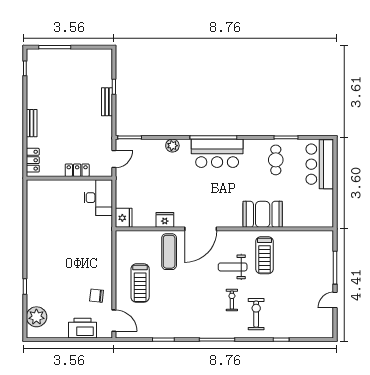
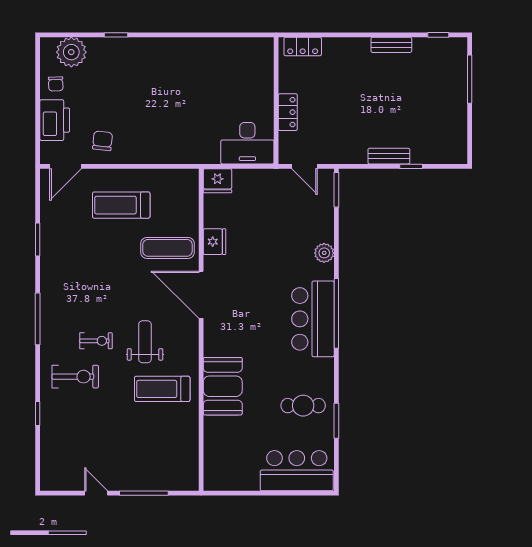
bench: (32, 123) -> (391, 45), moved
chair: (58, 327) -> (56, 84), added

